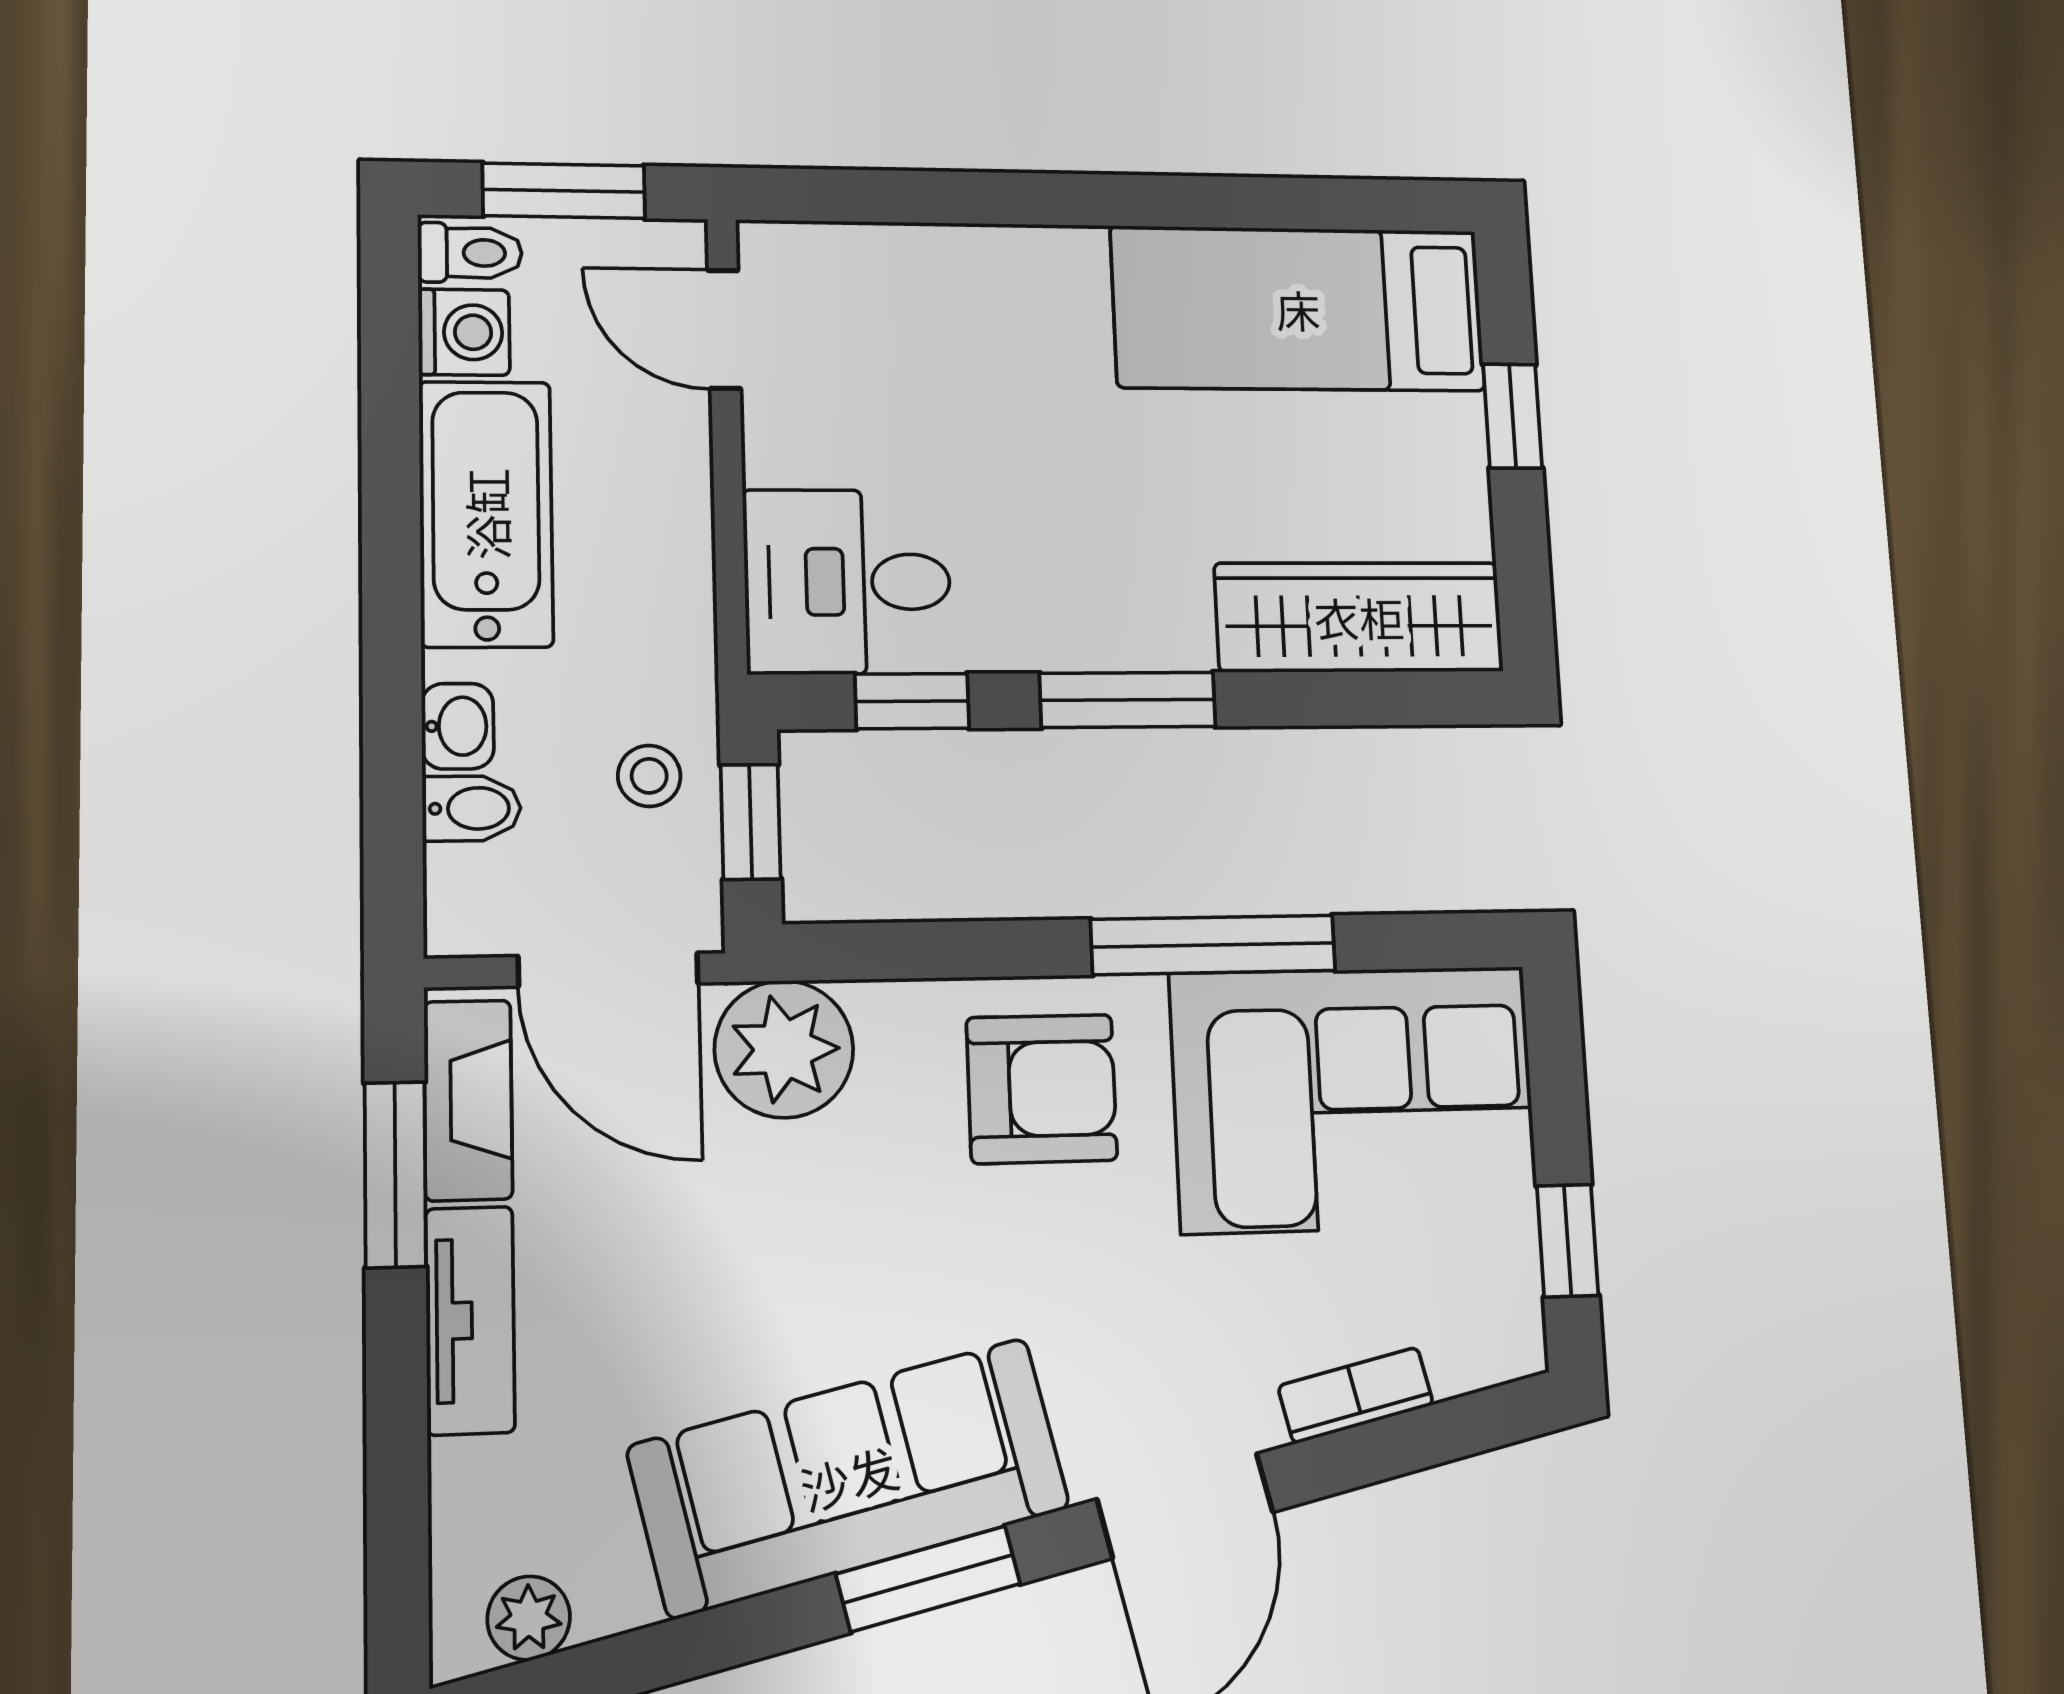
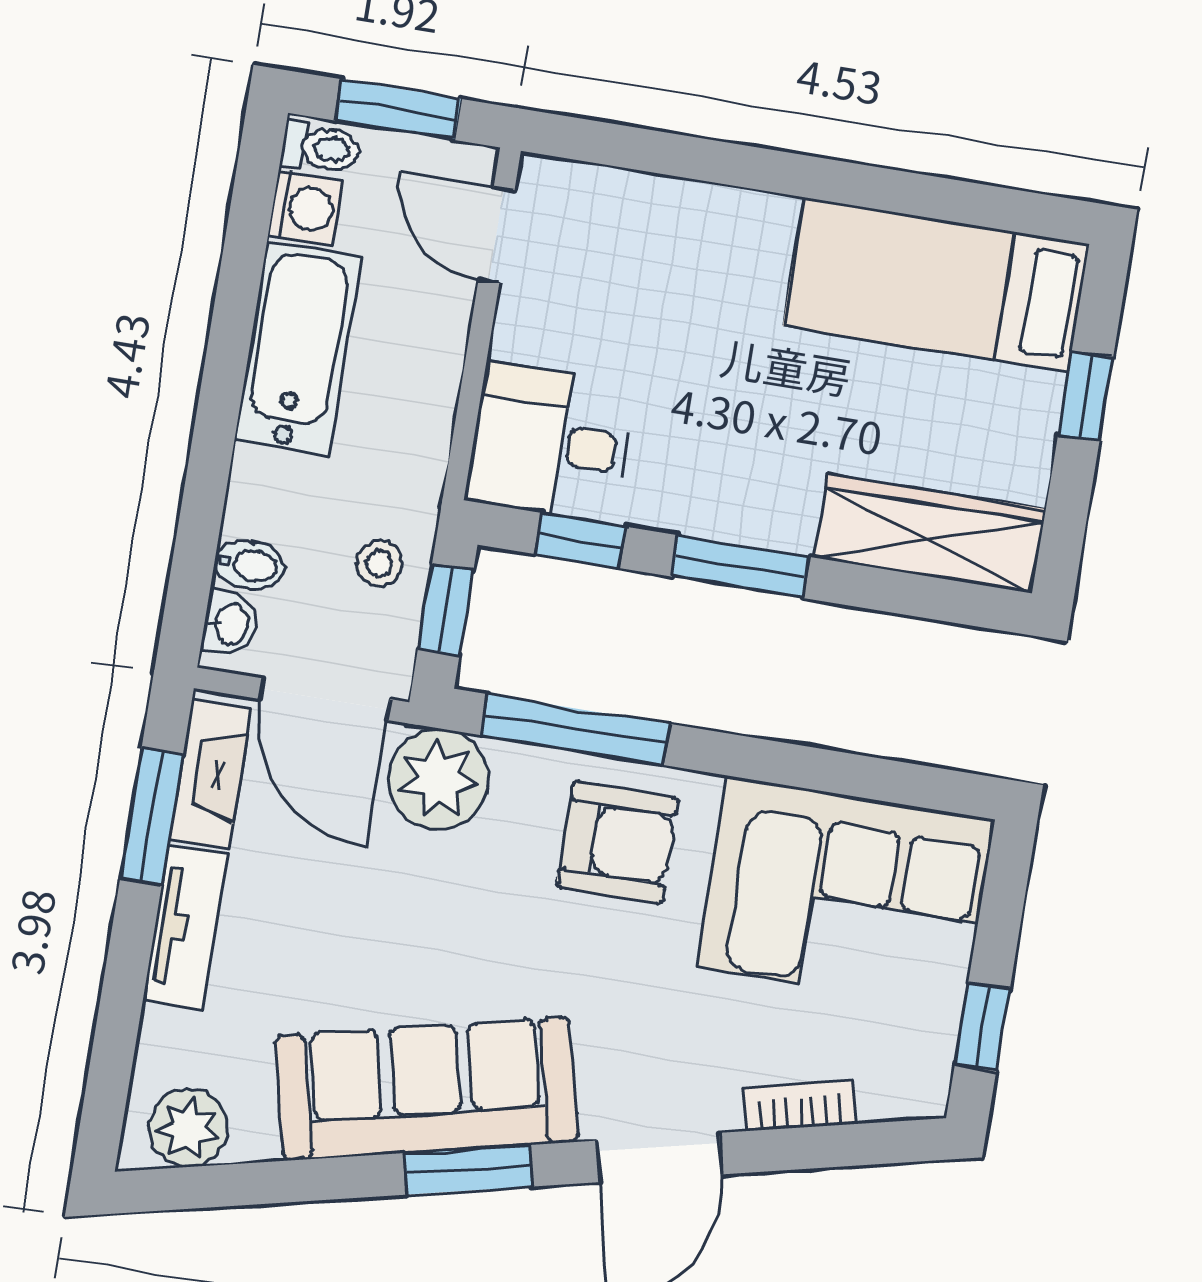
washbasin: (458, 726) -> (230, 624), moved
window: (1213, 945) -> (576, 730), moved
plant: (529, 1618) -> (188, 1128), width x1.38, depth x1.38

